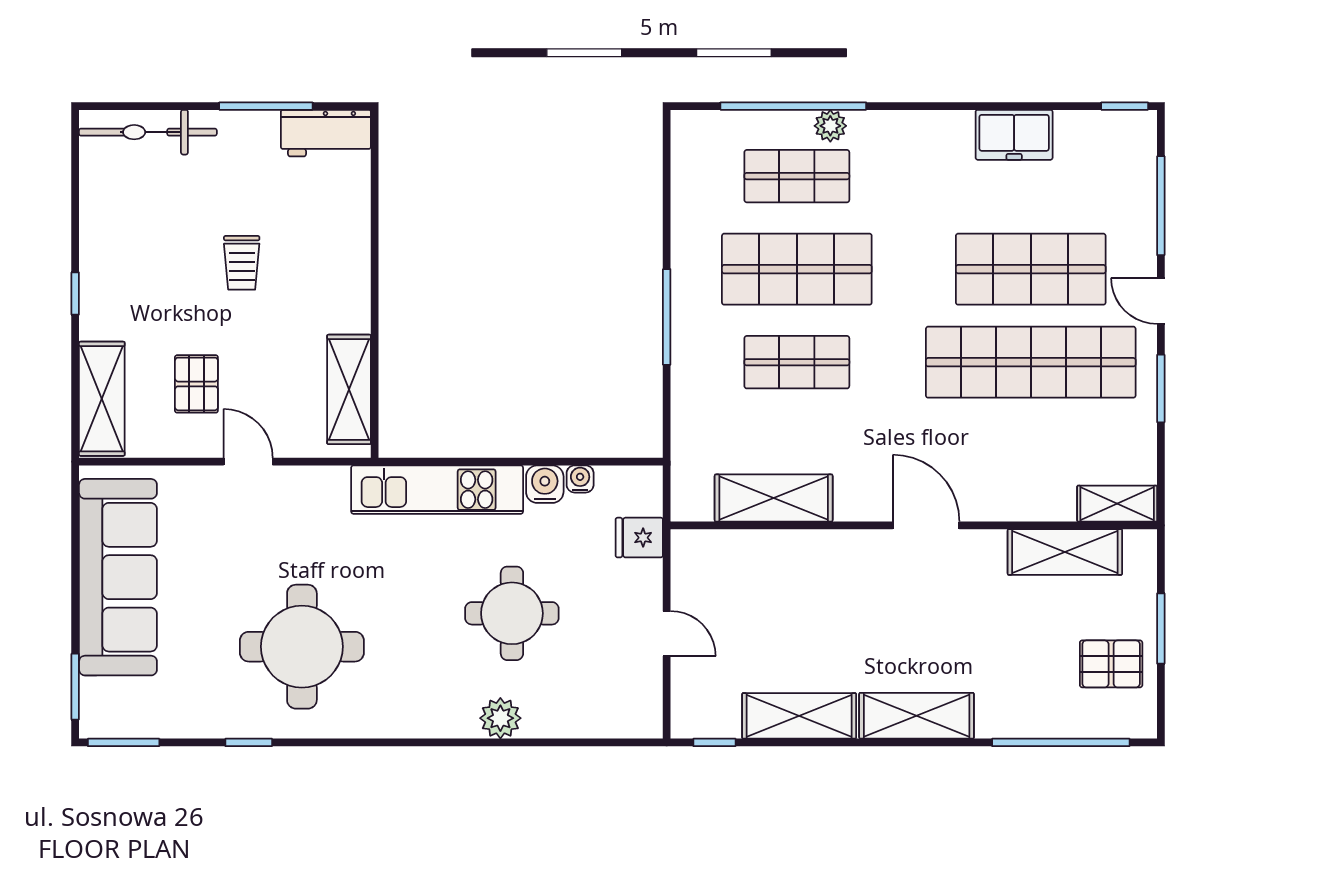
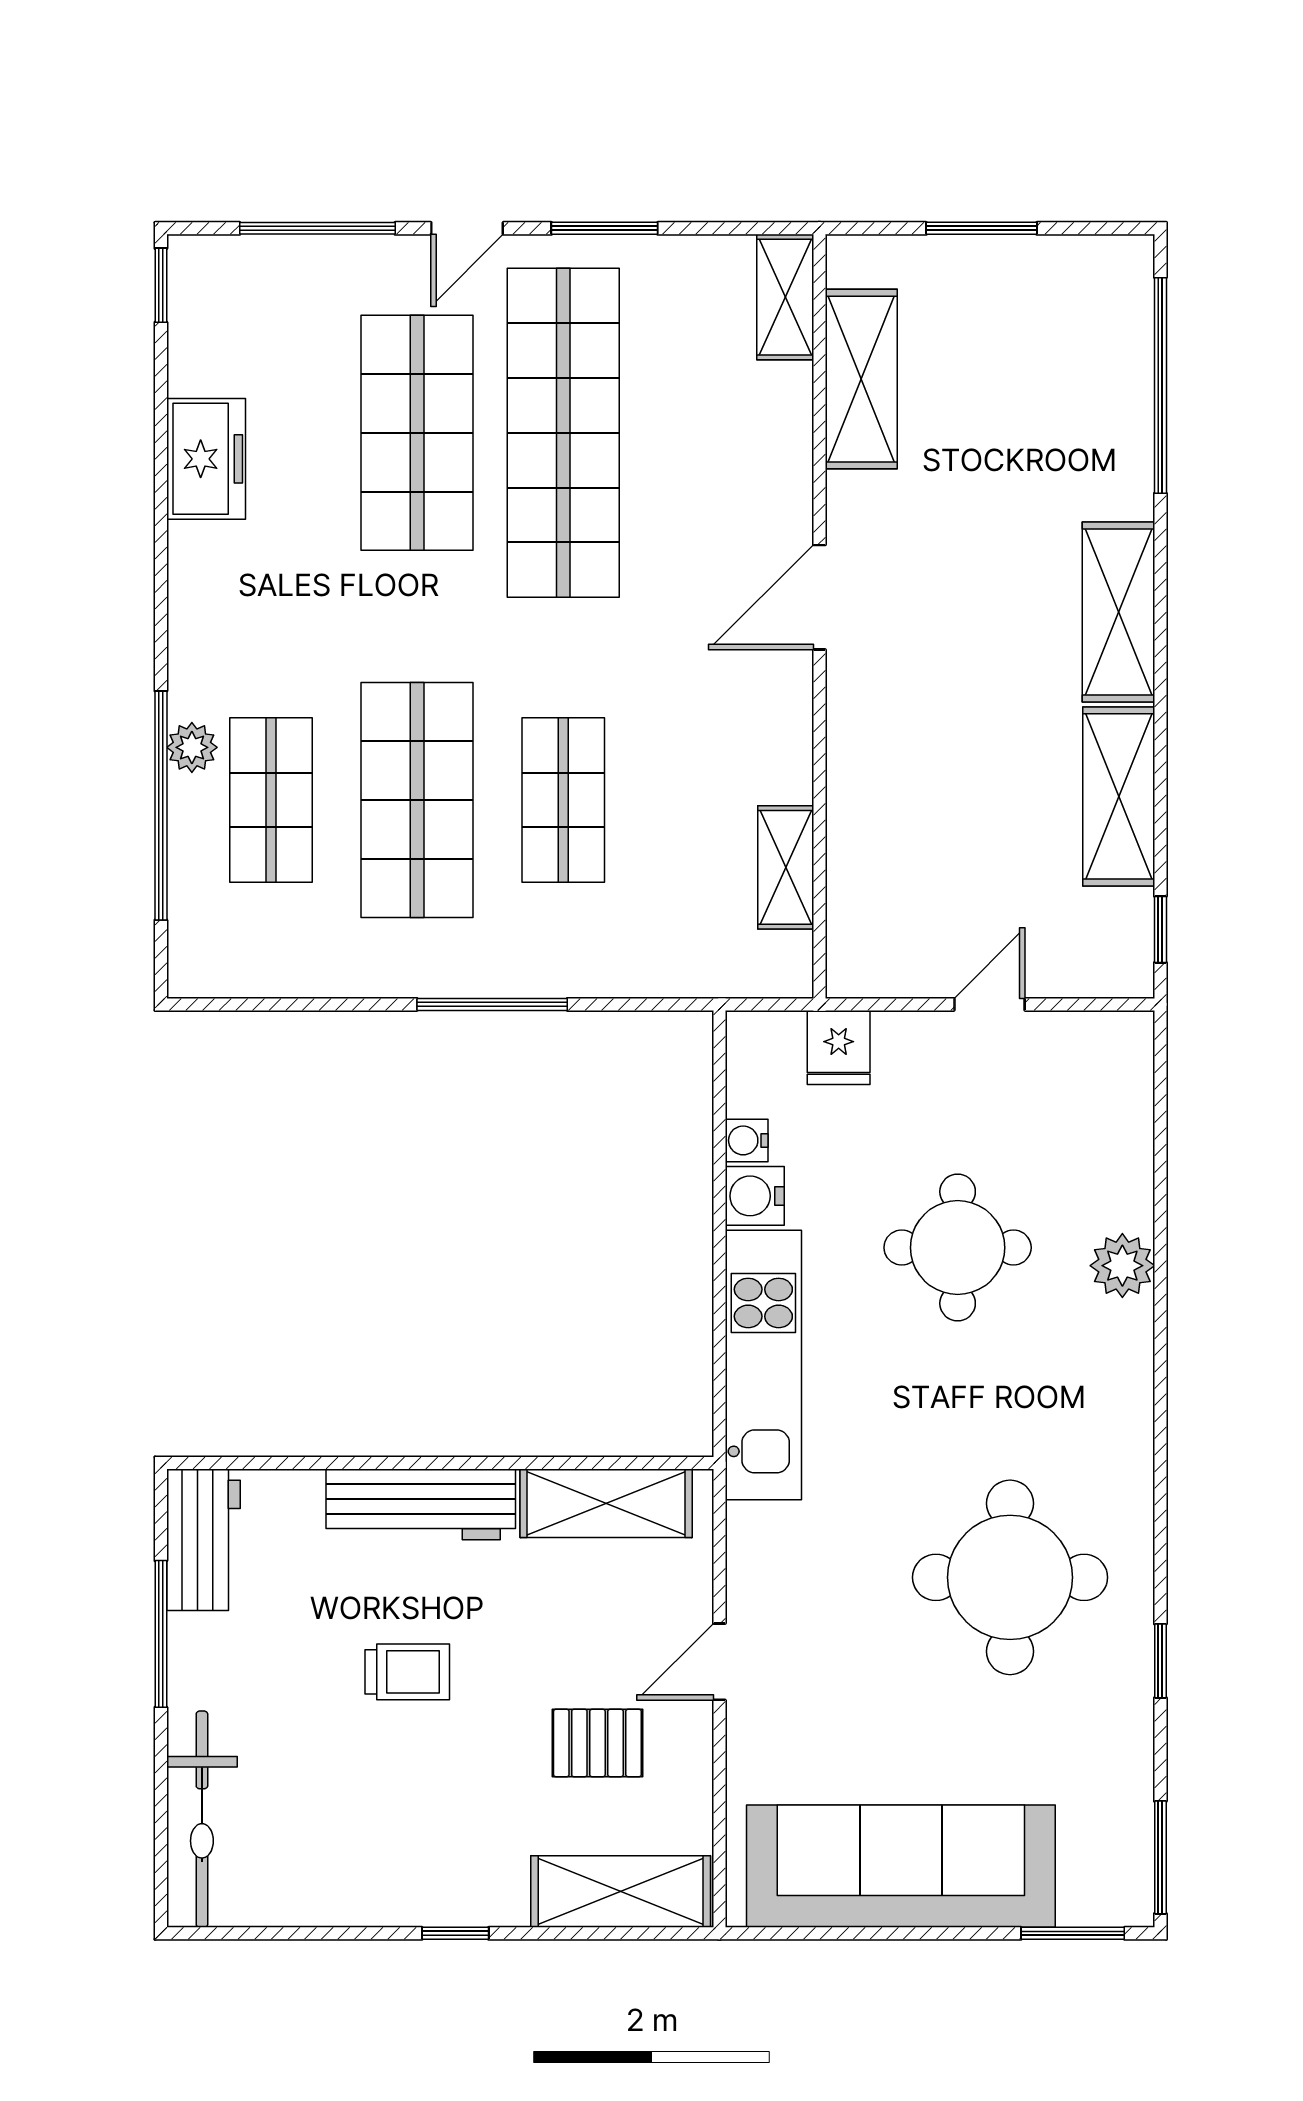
workbench: (348, 271) -> (421, 1504), added
shelving: (774, 498) -> (786, 867), width x0.67, depth x0.75
pallet: (1111, 664) -> (1037, 307), removed

